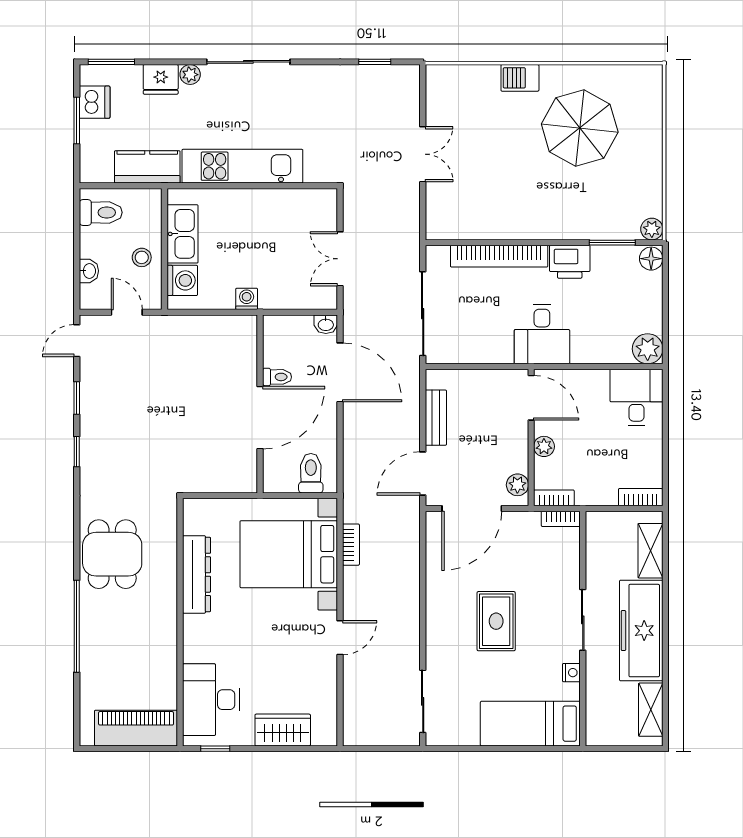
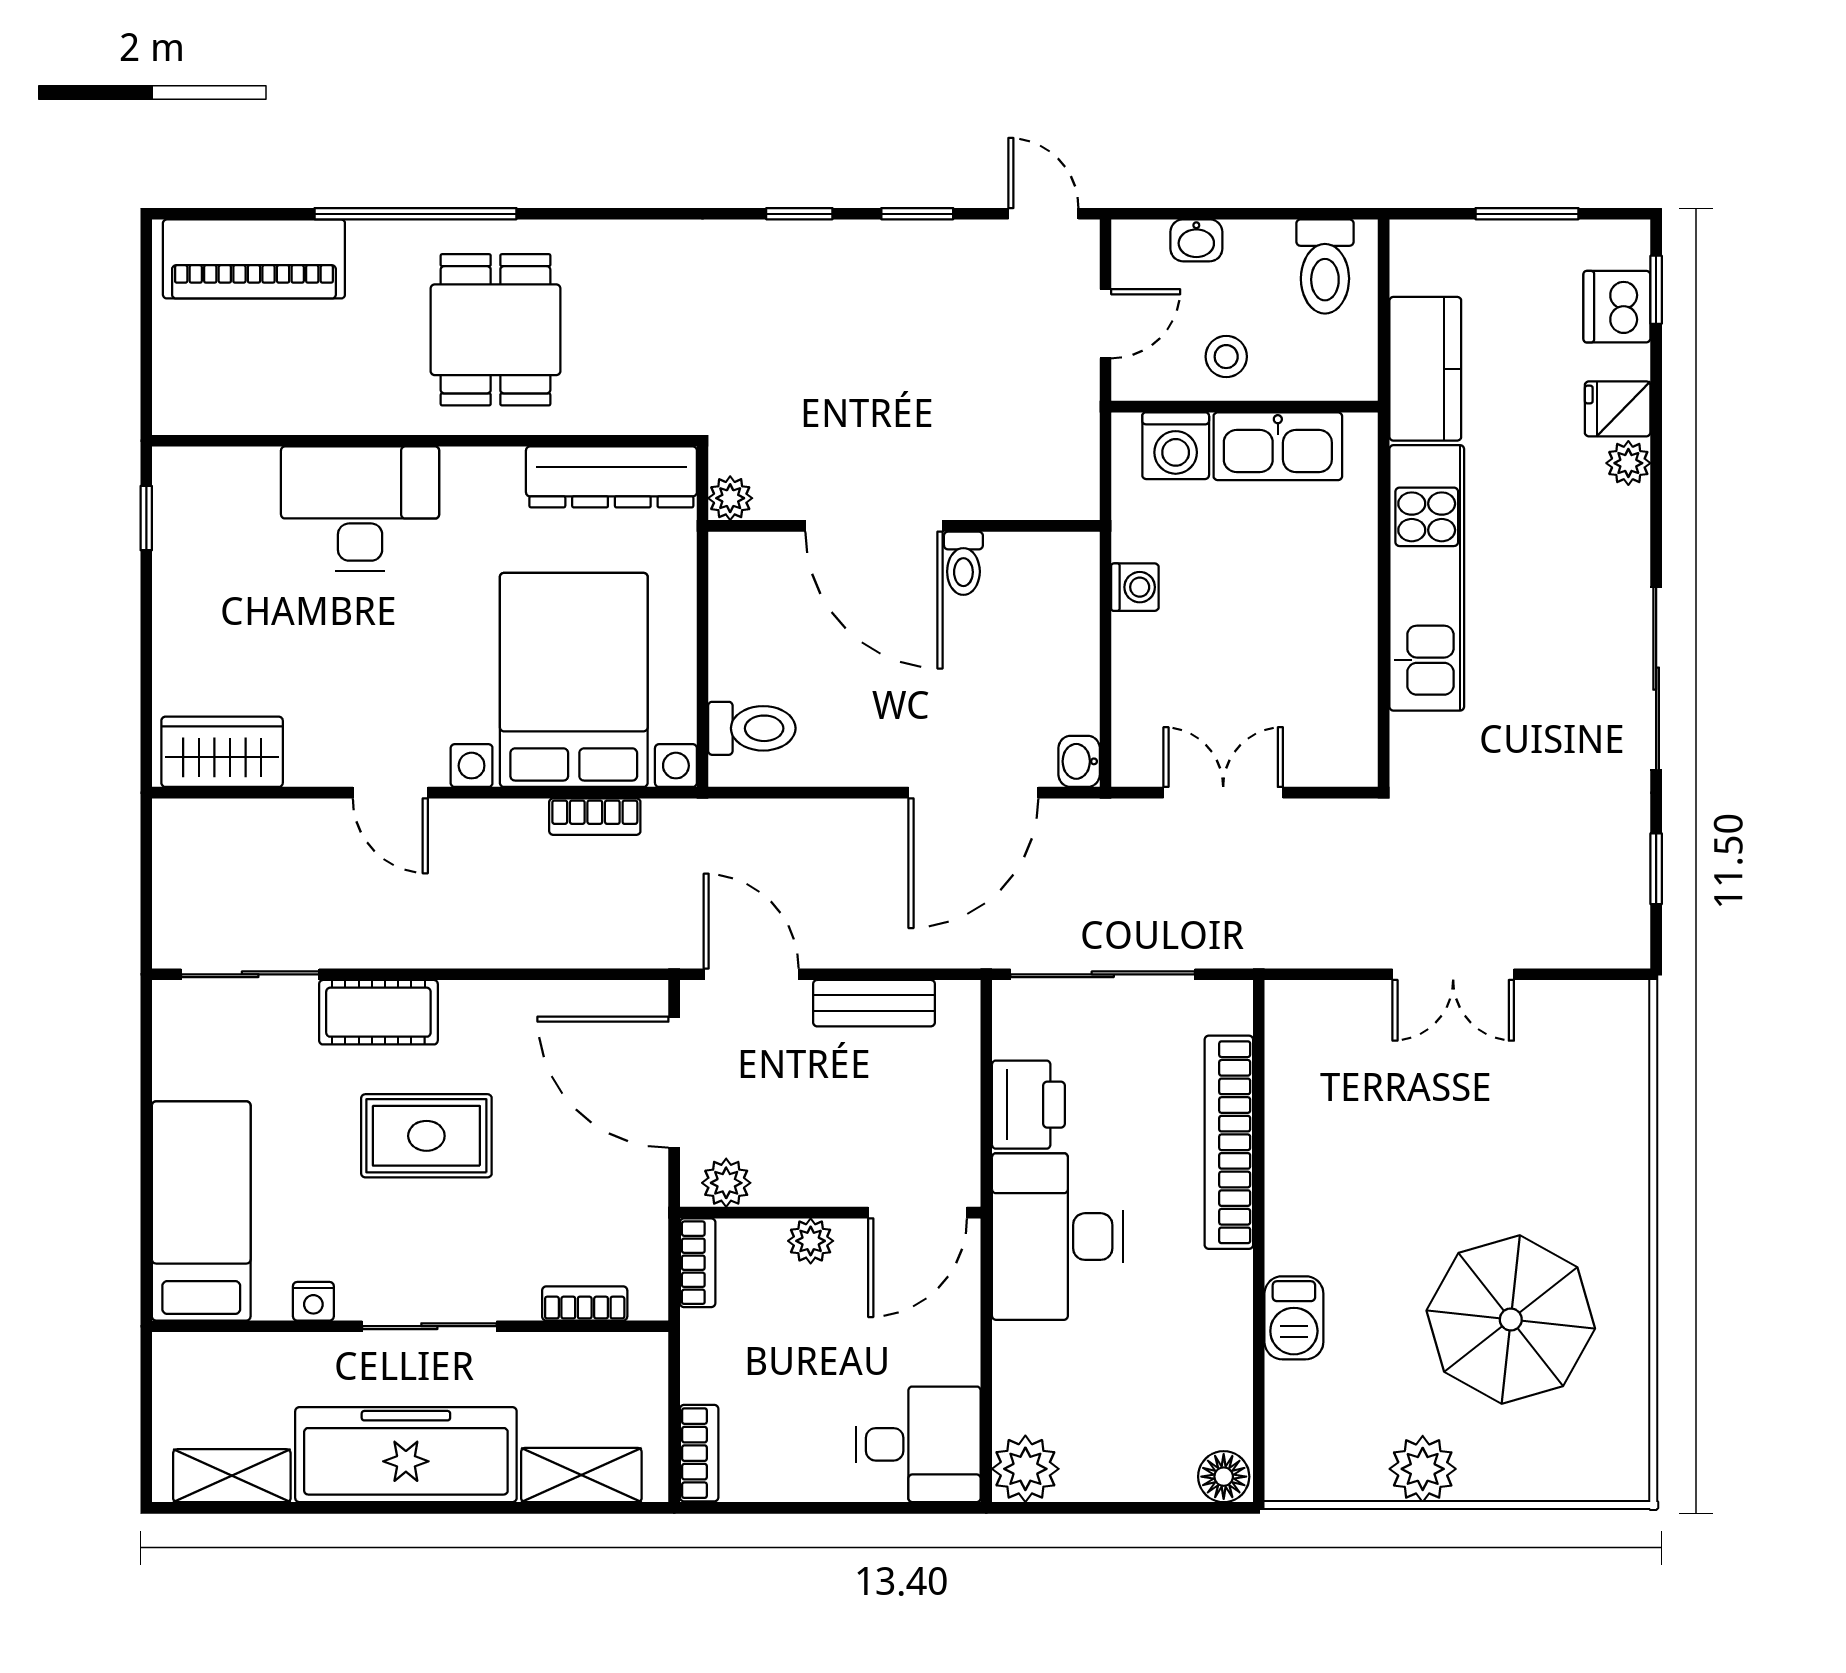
window: (111, 62) -> (1656, 290), width x0.67
sliding door: (248, 62) -> (1656, 679), moved
barbecue: (520, 78) -> (1294, 1318), moved, turned 180
fridge: (161, 79) -> (1618, 409), width x0.72
dishwasher: (95, 102) -> (1617, 307), moved, turned 90
plant: (652, 229) -> (1423, 1469), moved, width x1.38, depth x1.38
window: (612, 243) -> (1259, 1391), removed
printer: (570, 262) -> (1028, 1105), moved, turned 180
desk: (542, 334) -> (1057, 1237), width x1.37
toilet: (277, 377) -> (963, 563), moved
wall: (260, 404) -> (904, 526), moved
door: (260, 418) -> (874, 526), moved
plant: (206, 483) -> (730, 498), added
bookcase: (561, 519) -> (585, 1303), moved, turned 90
dining table: (112, 554) -> (495, 330), moved, turned 90
dresser: (196, 574) -> (611, 477), moved
cot: (440, 643) -> (378, 1012), added
desk: (211, 700) -> (360, 509), moved
piano: (136, 728) -> (254, 259), moved, turned 90
wardrobe: (283, 730) -> (222, 752), moved, turned -90

